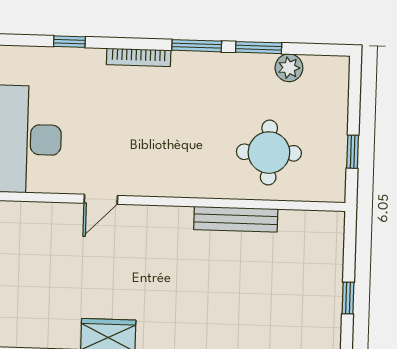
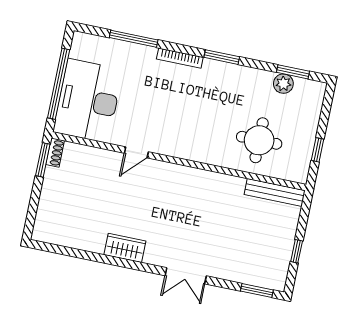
window: (69, 42) -> (134, 39), width x2.17
window: (259, 48) -> (293, 72), moved
bench: (236, 219) -> (275, 192), moved

